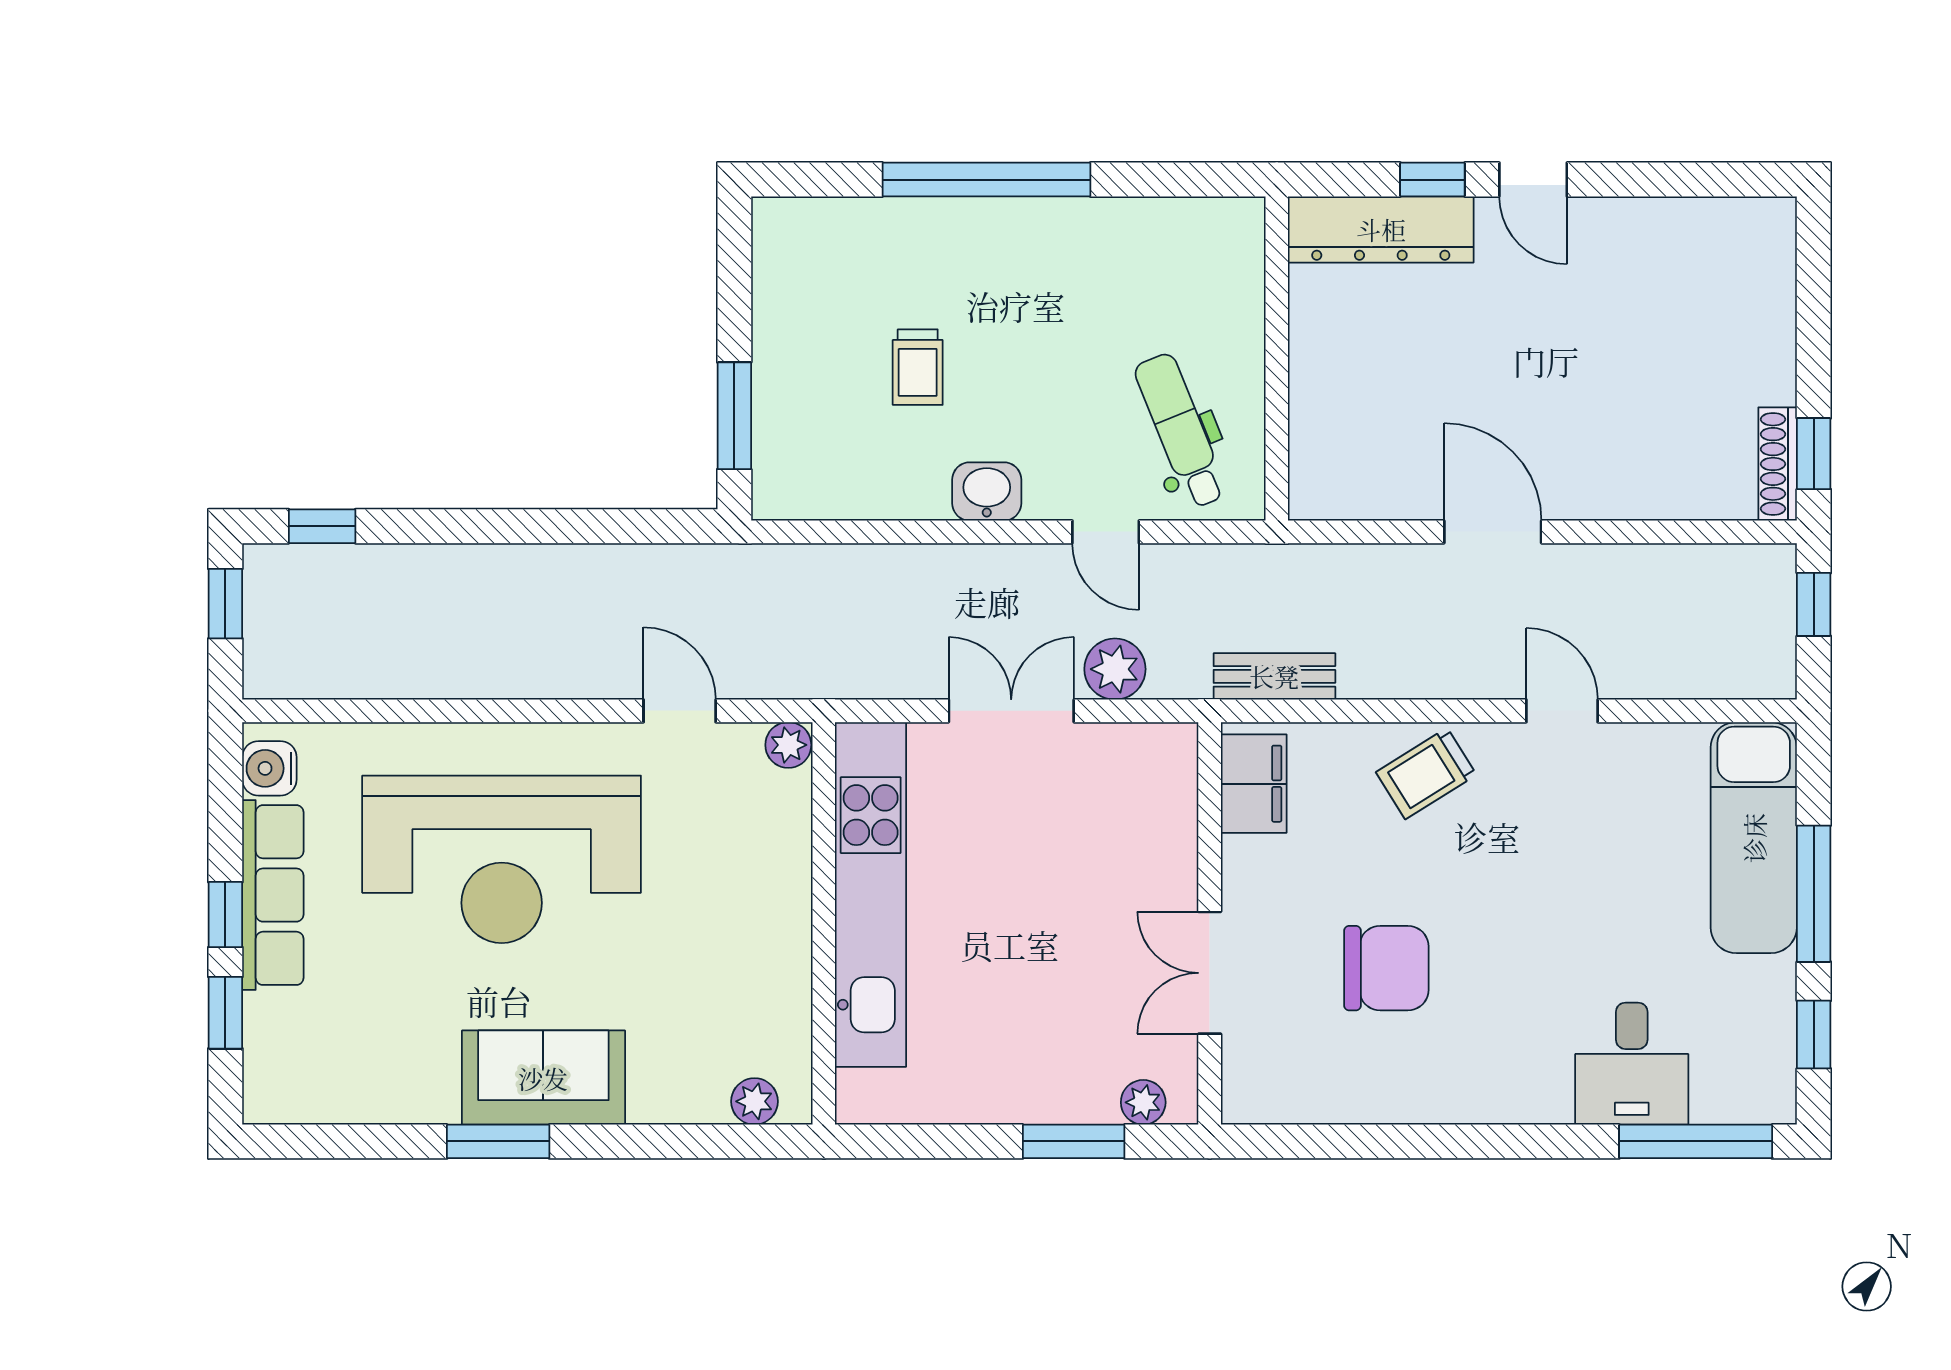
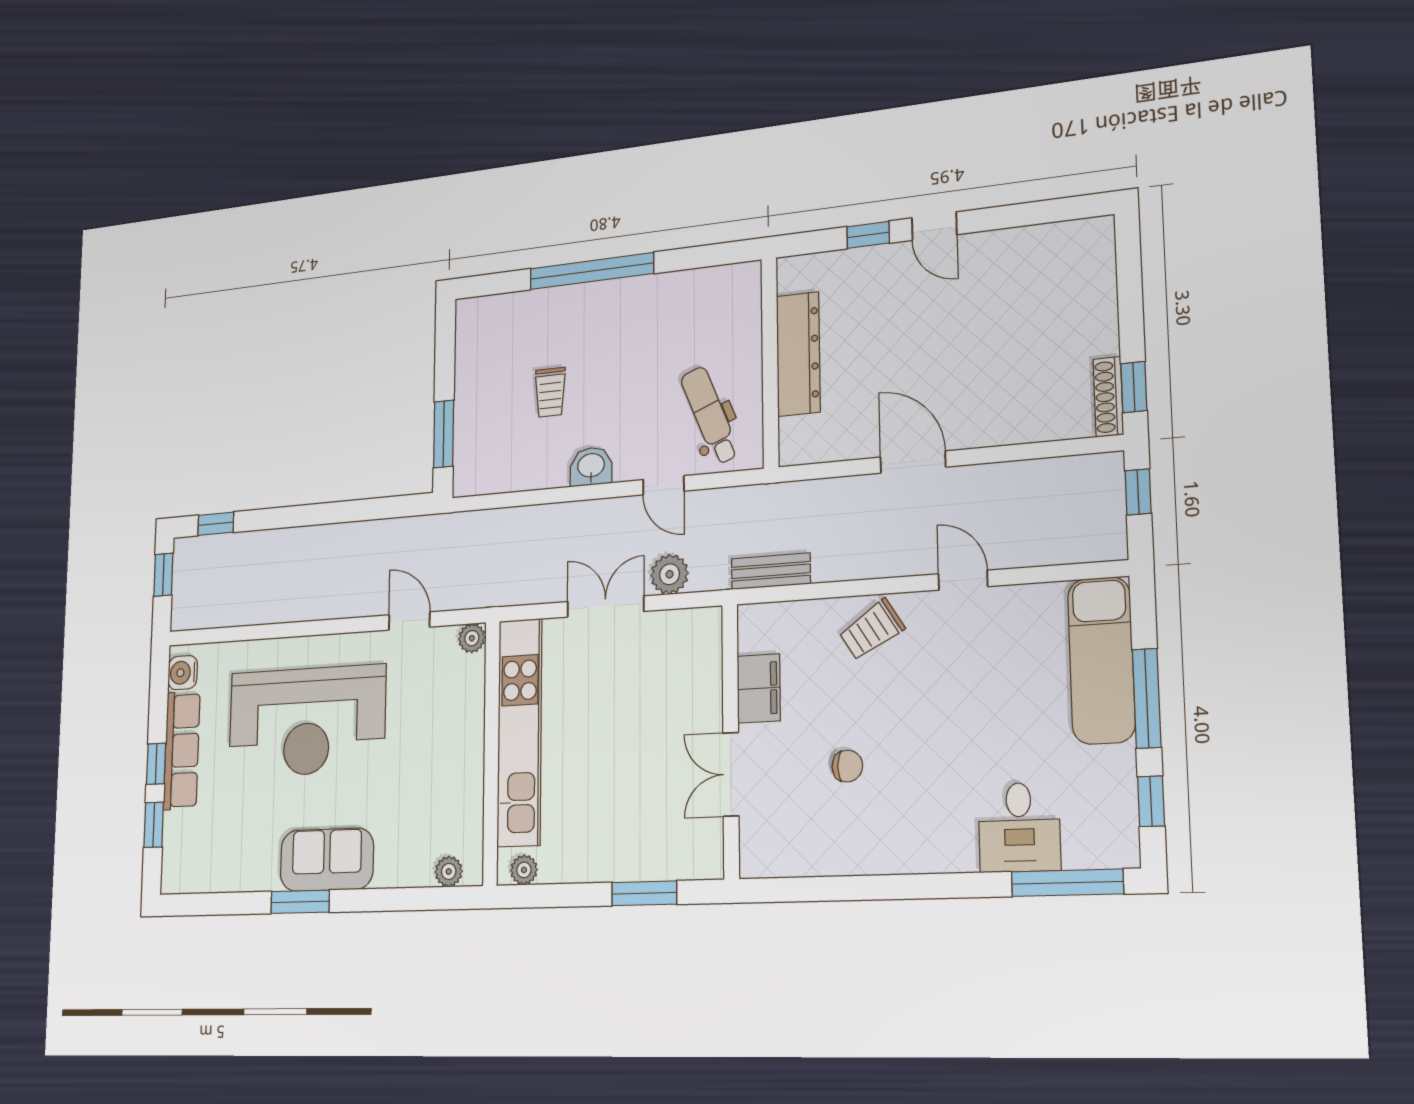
dresser: (1381, 229) -> (798, 354), moved, turned -90
filing cabinet: (1254, 784) -> (759, 688), moved
chair: (1386, 968) -> (847, 766), width x0.54, depth x0.54
plant: (1143, 1102) -> (524, 870), moved

